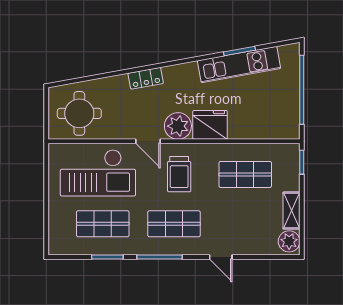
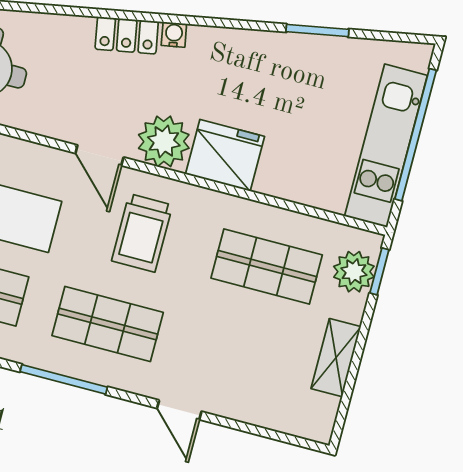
kitchen unit: (239, 65) -> (386, 146), moved, turned 100
water cooler: (169, 72) -> (174, 35), added
plant: (289, 241) -> (354, 272), moved

